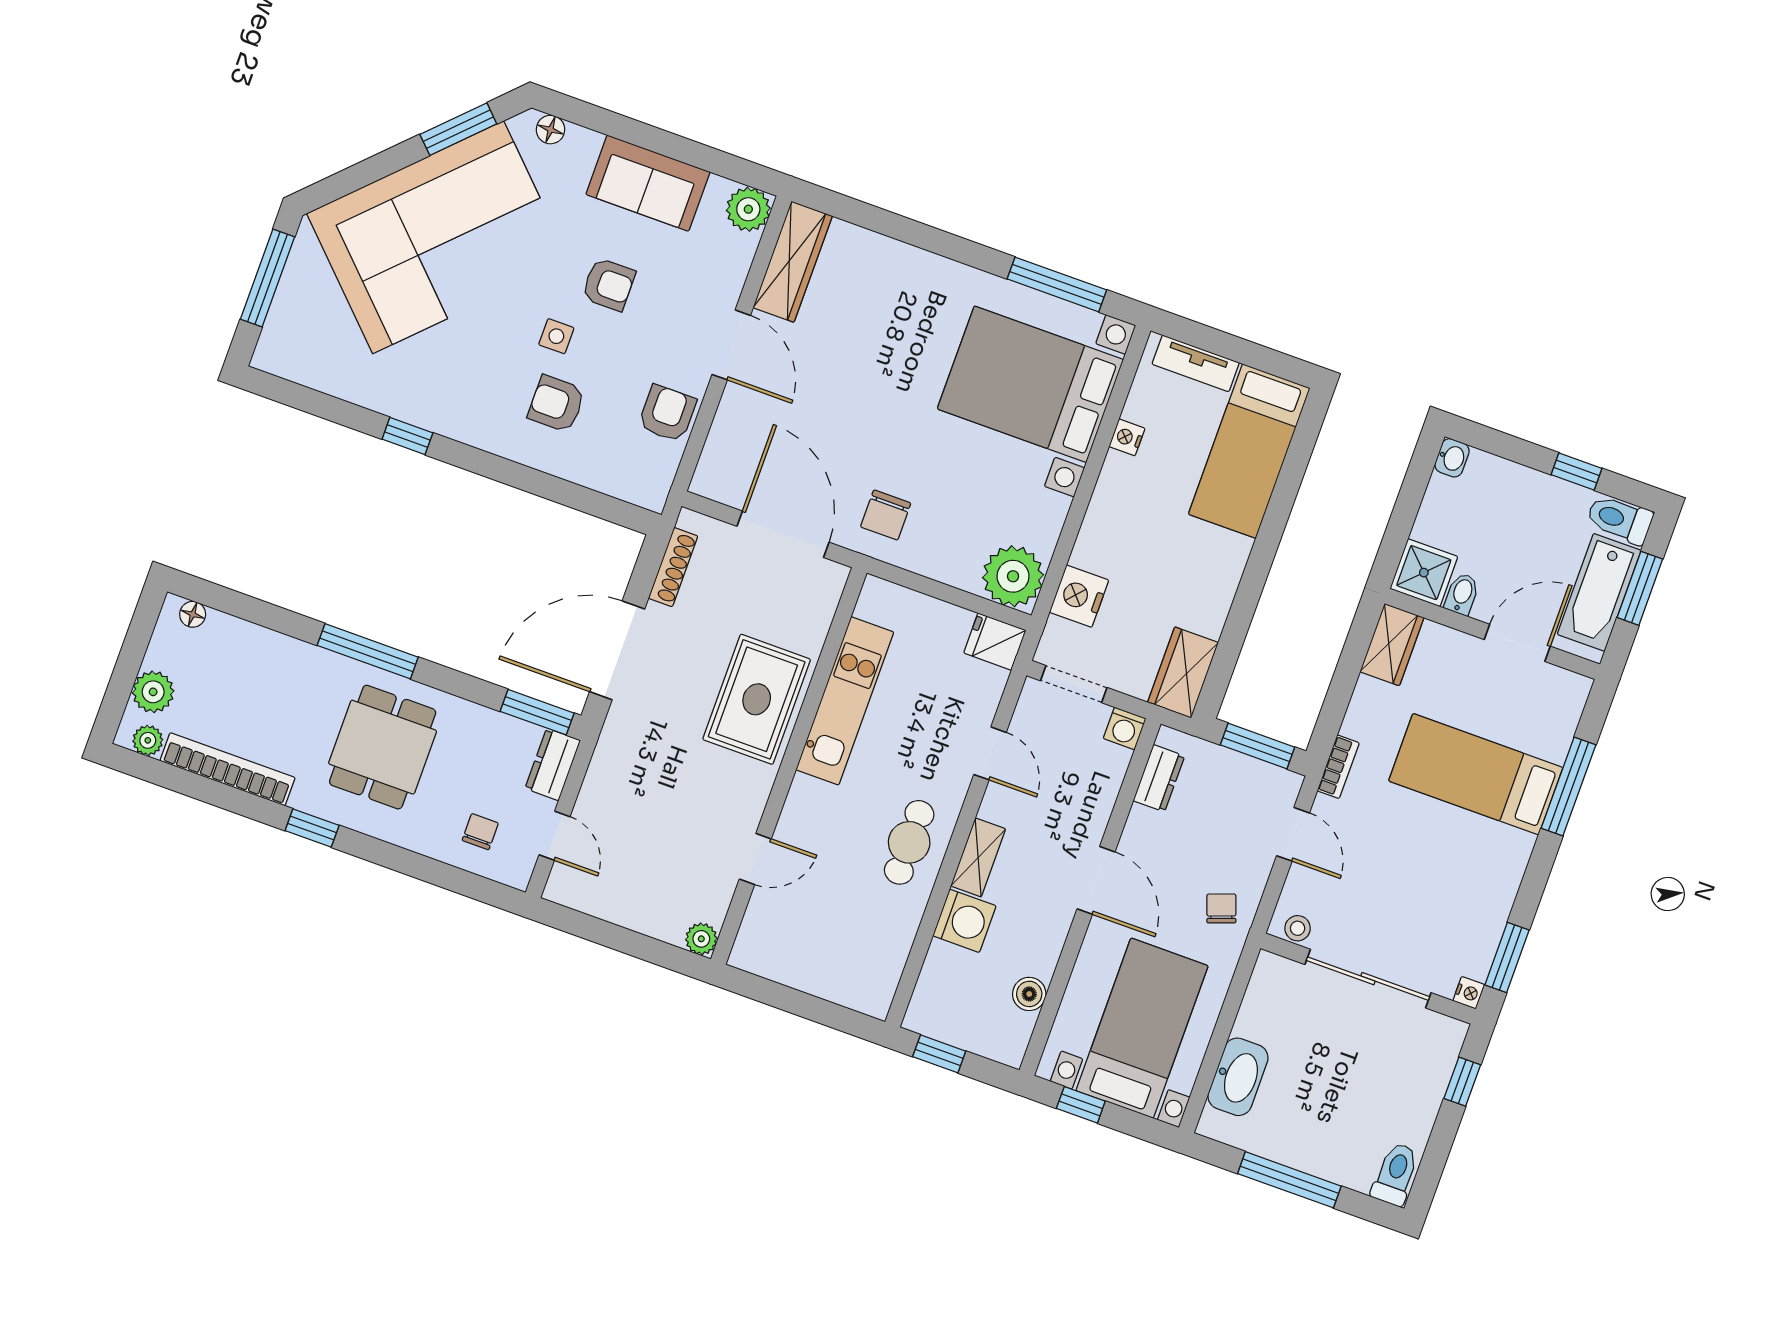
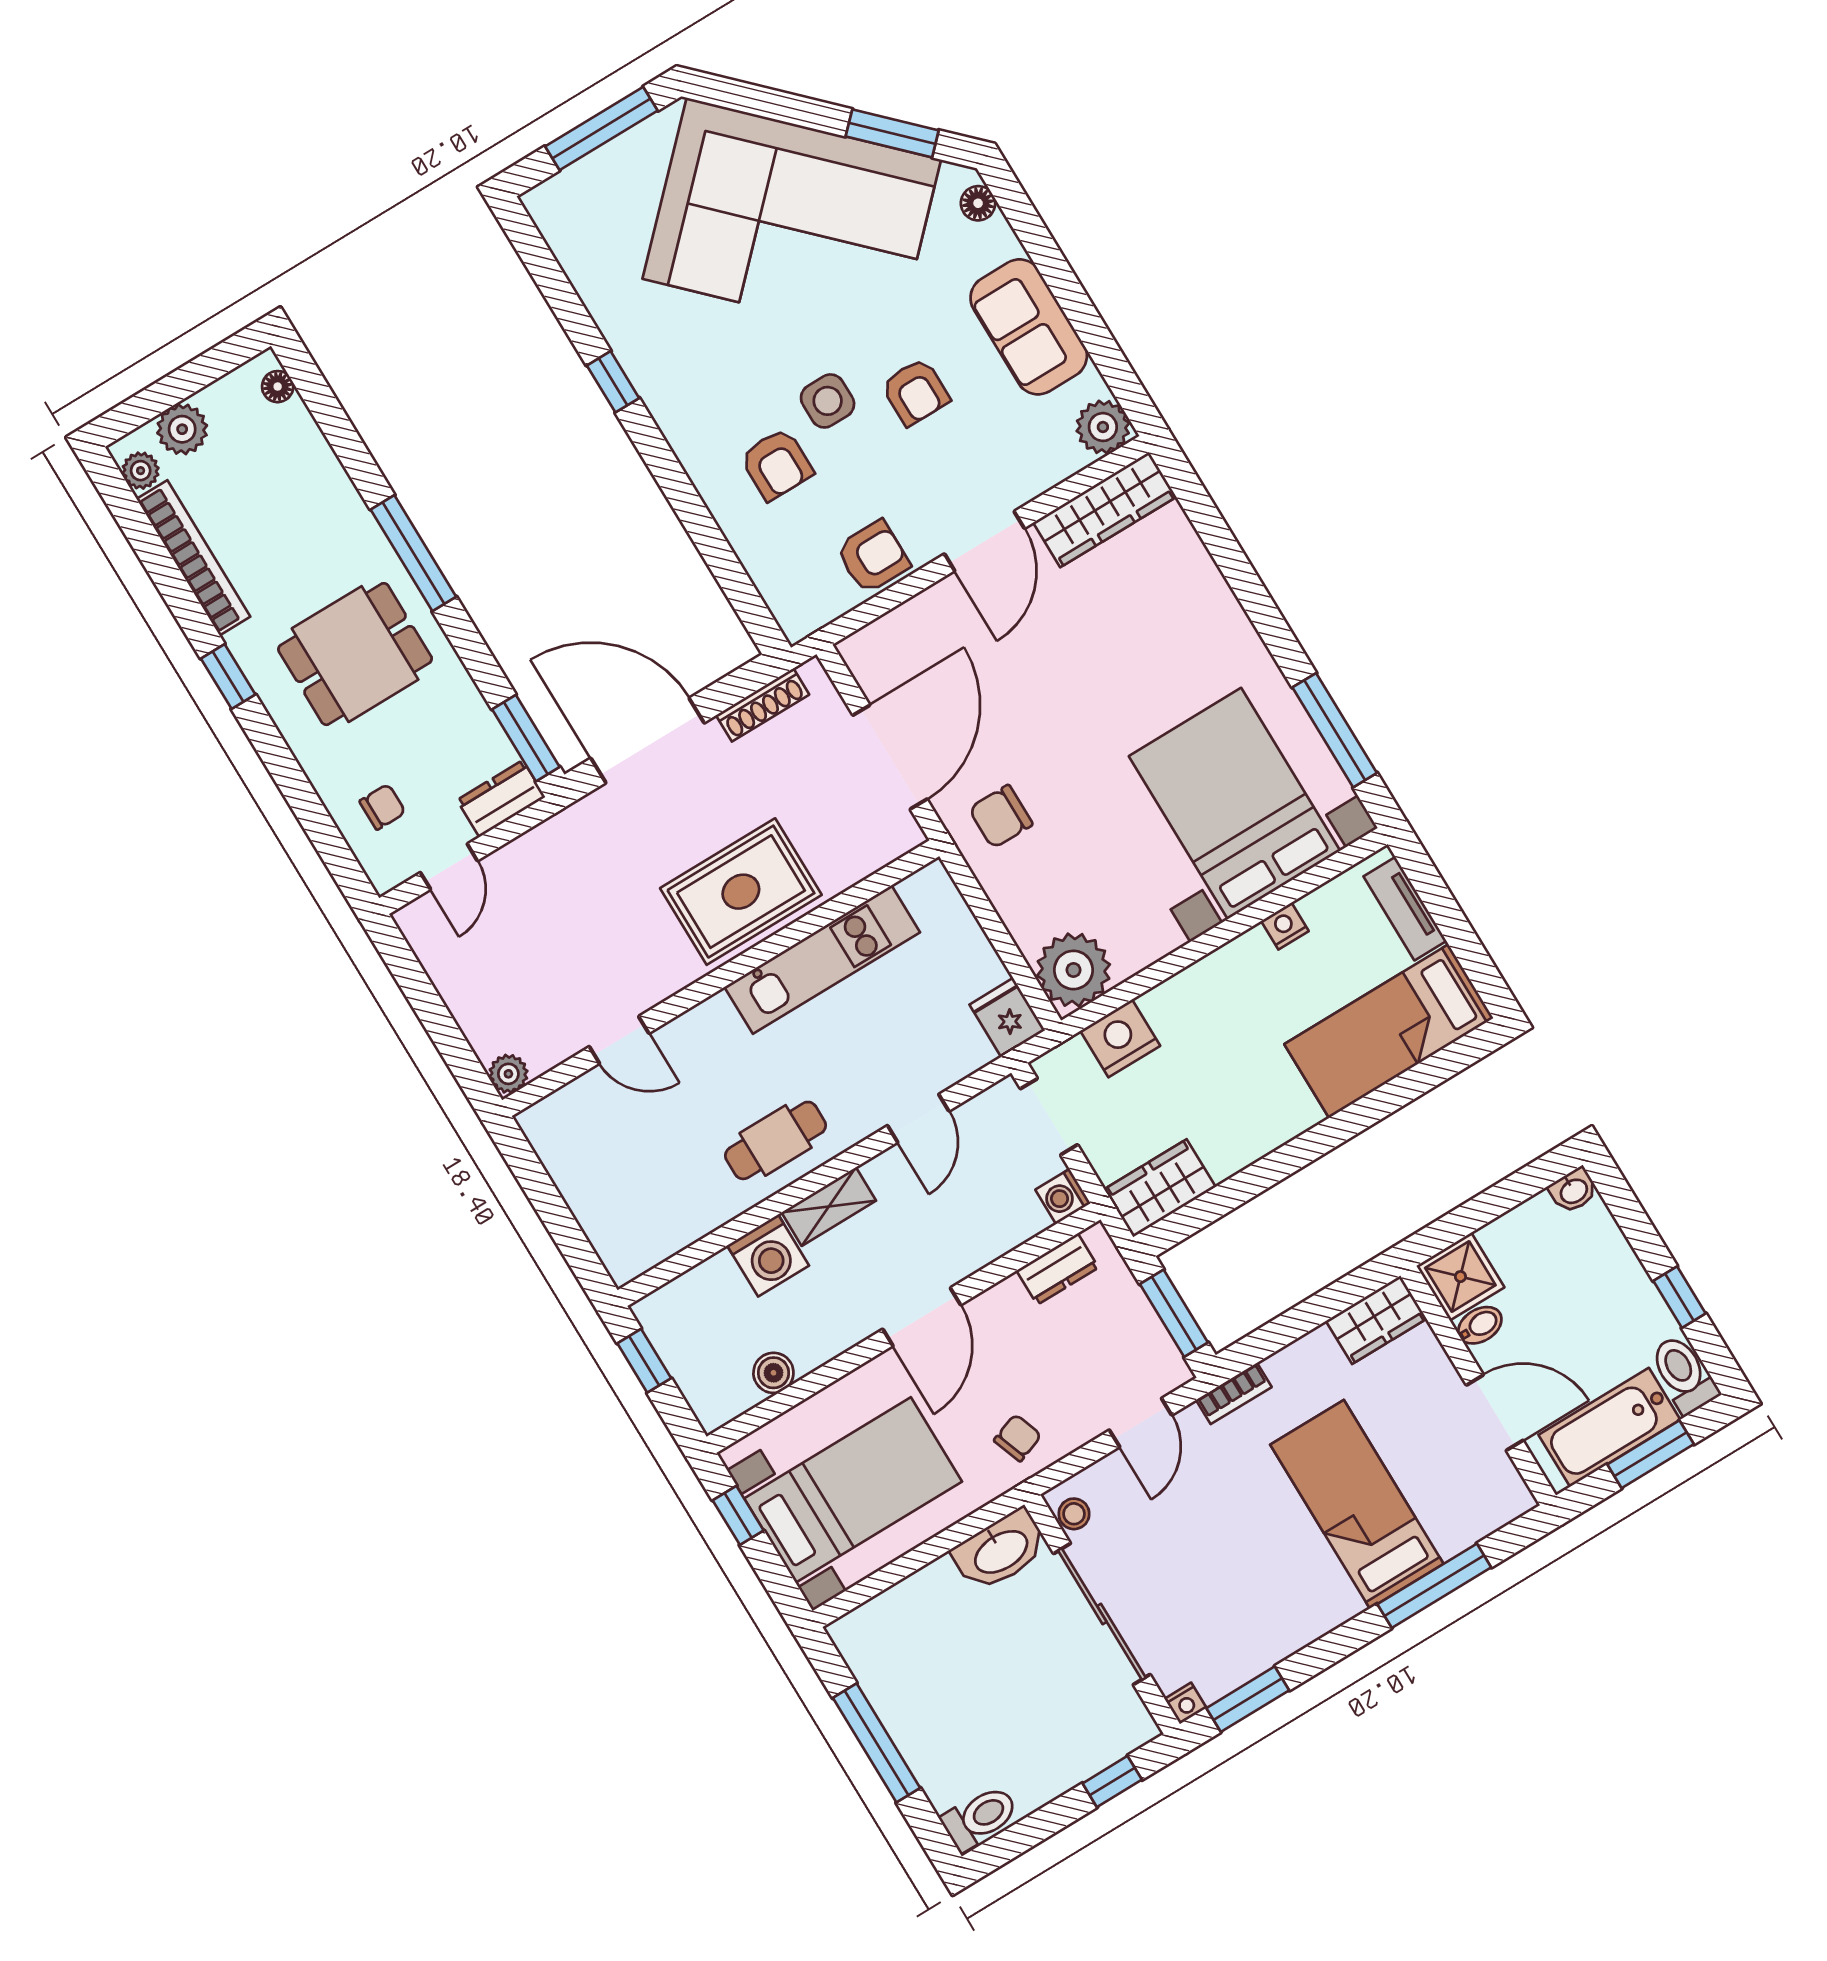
side table: (556, 336) -> (828, 401), width x1.37, depth x1.37
armchair: (556, 404) -> (777, 464), turned 180
washbasin: (1238, 1077) -> (1000, 1551), moved

